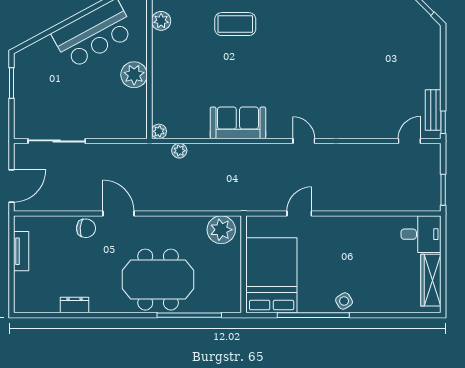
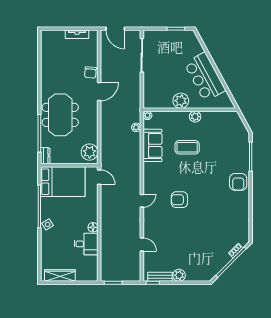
plant: (161, 21) -> (195, 117), moved
coffee table: (235, 24) -> (187, 147), moved, turned 90
armchair: (302, 77) -> (179, 200), added
plant: (431, 78) -> (179, 275), added
sofa: (238, 123) -> (152, 145), moved
door: (409, 141) -> (142, 244), moved
door: (299, 214) -> (99, 177), moved
floor lamp: (349, 224) -> (93, 227), added
desk: (421, 234) -> (86, 244), moved, turned -90
dresser: (75, 305) -> (45, 156), moved

